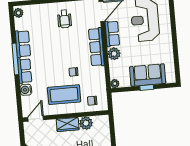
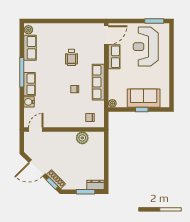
wheelchair: (64, 19) -> (71, 57), moved
row of seats: (23, 44) -> (30, 48), moved
row of seats: (96, 47) -> (98, 82), moved
plant: (114, 54) -> (114, 75), removed
coffee table: (64, 95) -> (64, 110), removed
wardrobe: (68, 124) -> (65, 138), removed

